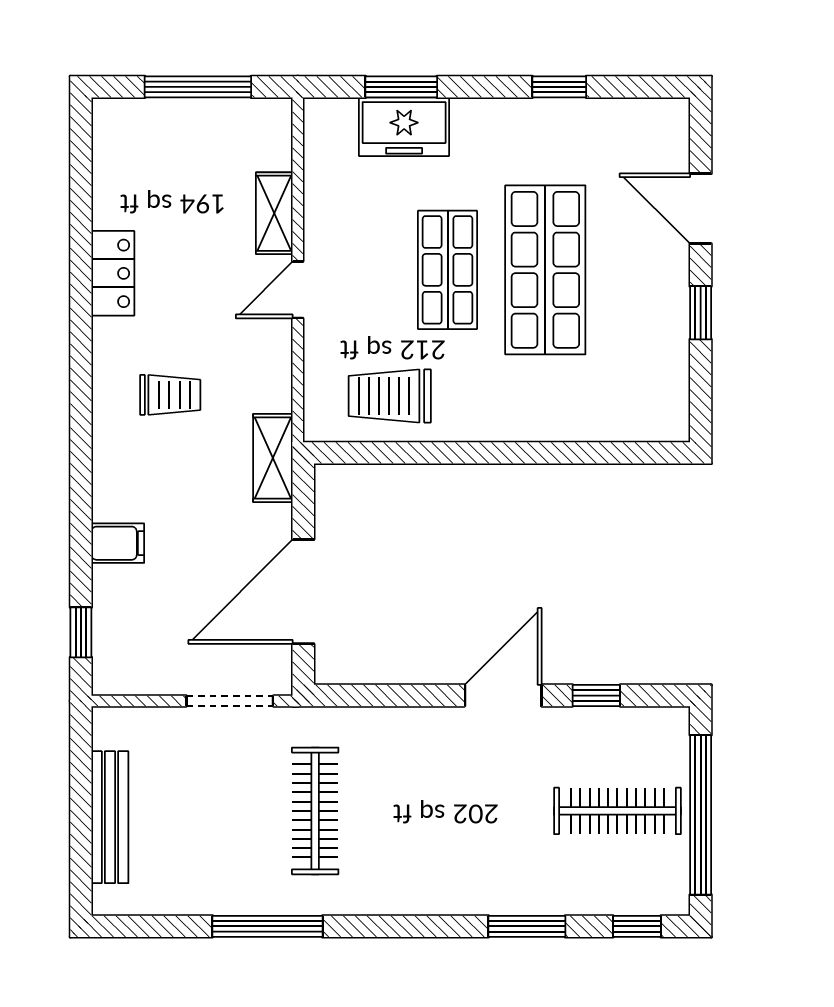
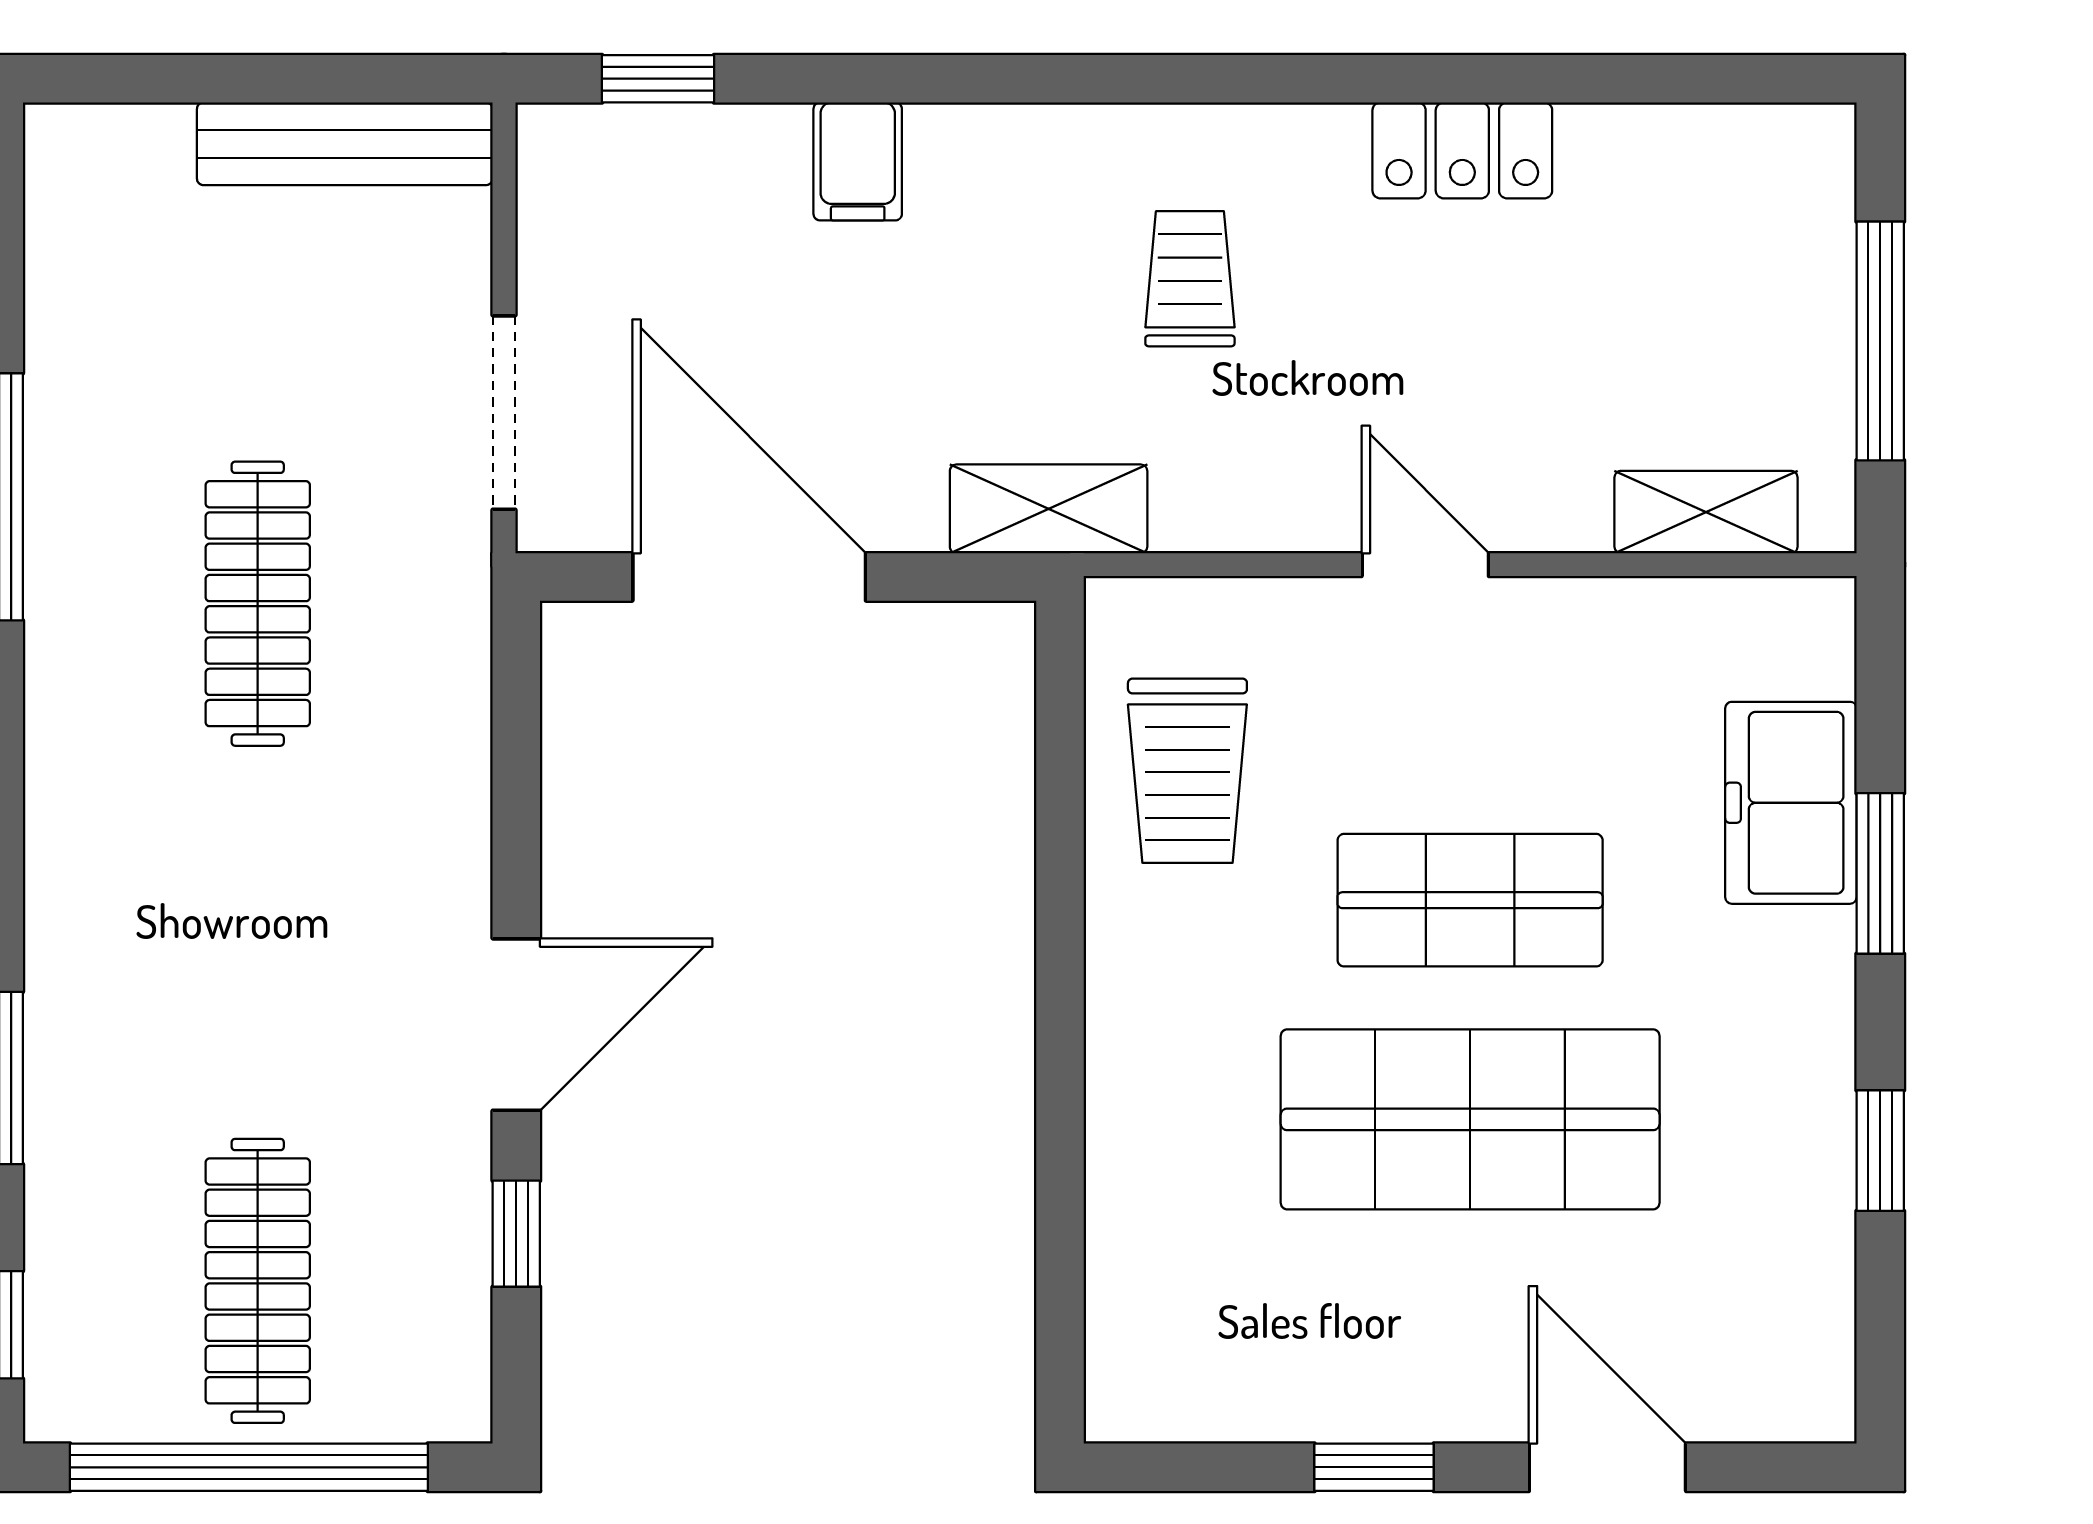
window: (401, 87) -> (1880, 873), moved
door: (701, 209) -> (1607, 1467), hinge flipped
shelving: (274, 213) -> (1706, 512), moved
trolley: (170, 395) -> (1190, 279), turned 180
trolley: (390, 396) -> (1187, 771), turned 180
door: (503, 696) -> (516, 1025), hinge flipped
clothes rail: (315, 811) -> (258, 604), turned 90
bench: (110, 817) -> (345, 144), moved

